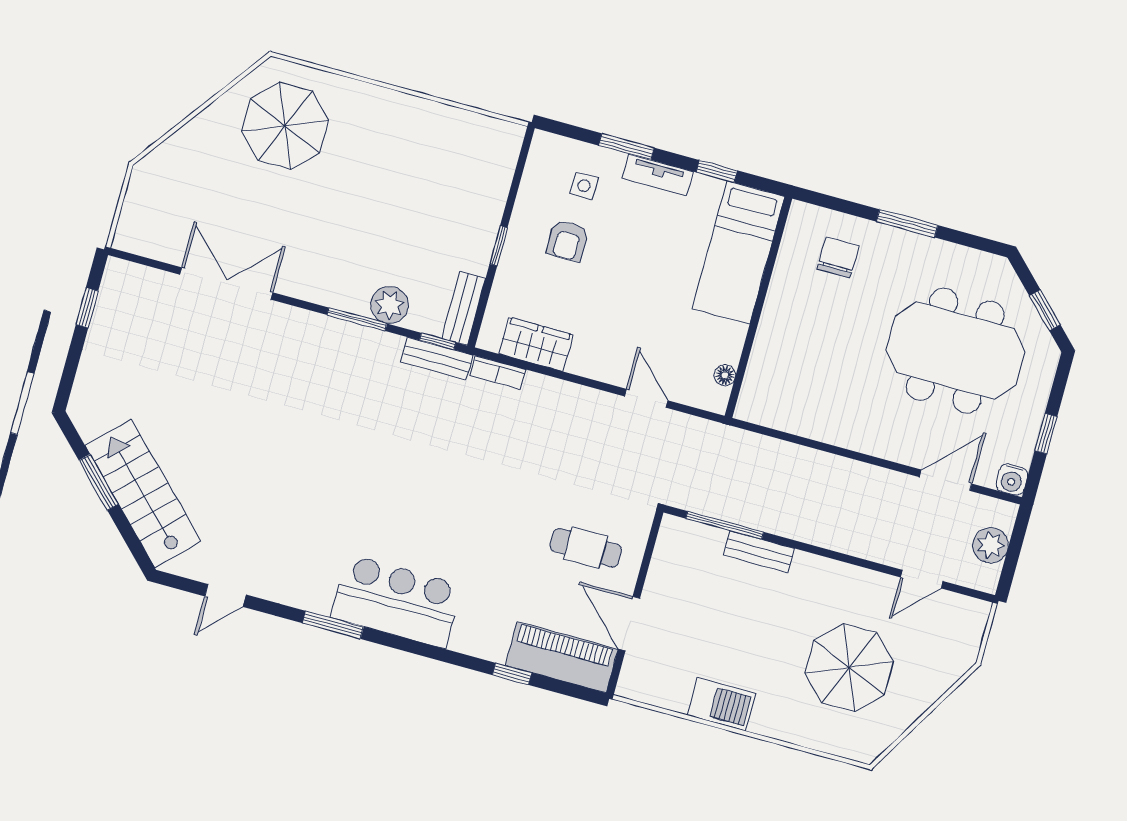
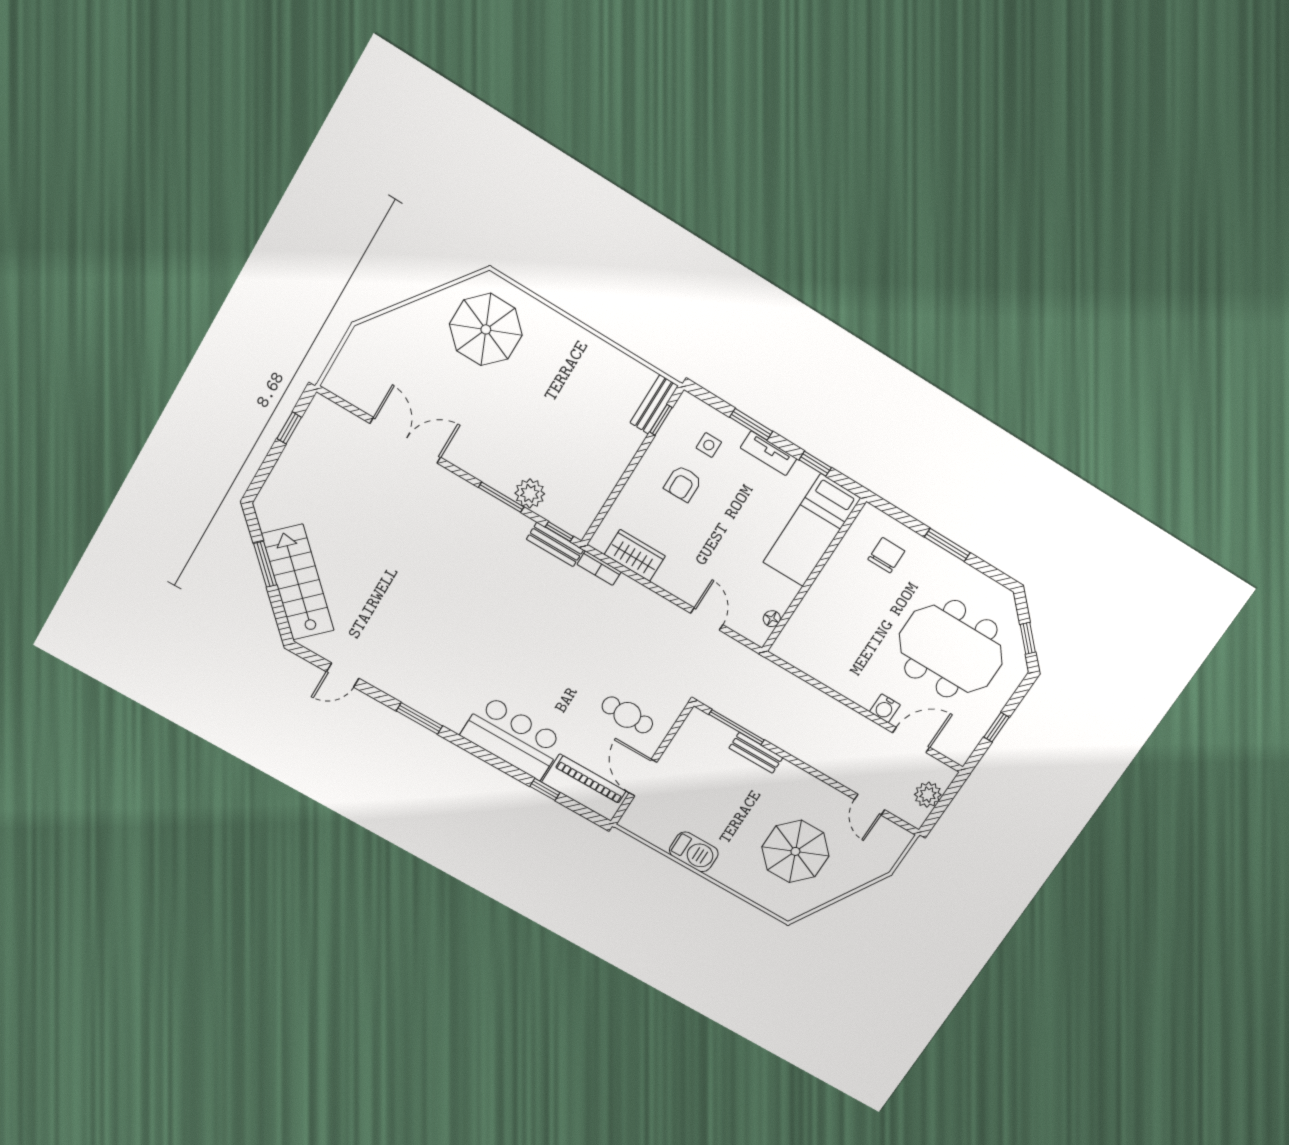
window: (499, 246) -> (661, 420), moved
bench: (464, 308) -> (654, 404), moved
water cooler: (1012, 480) -> (885, 708), moved
door: (922, 579) -> (869, 805), hinge flipped
bar counter: (396, 601) -> (513, 737), moved

